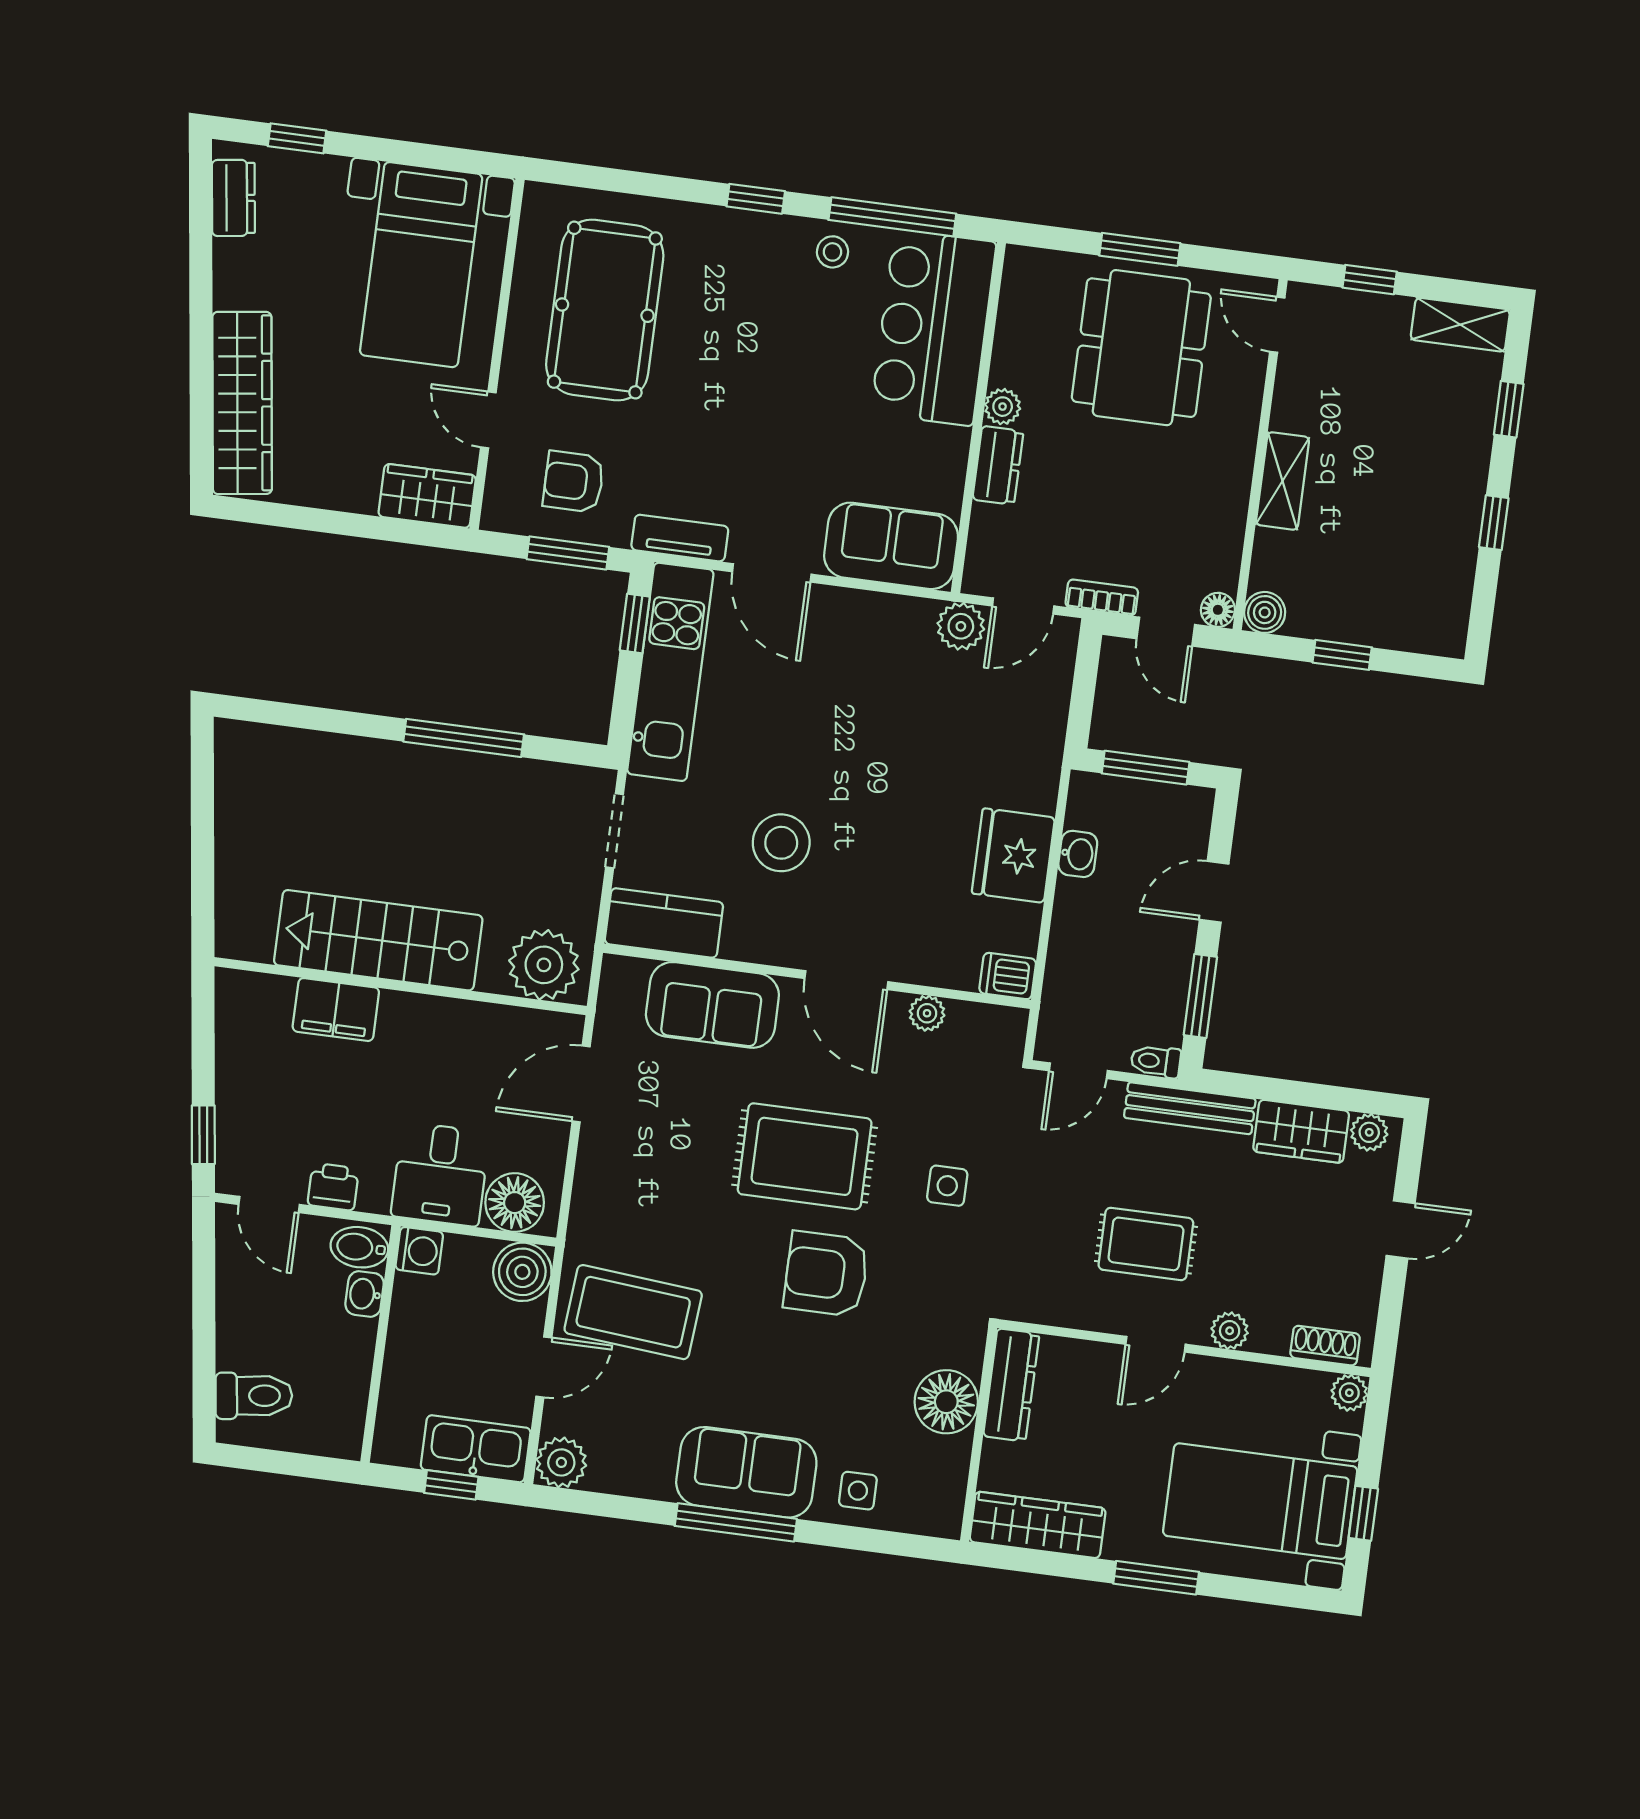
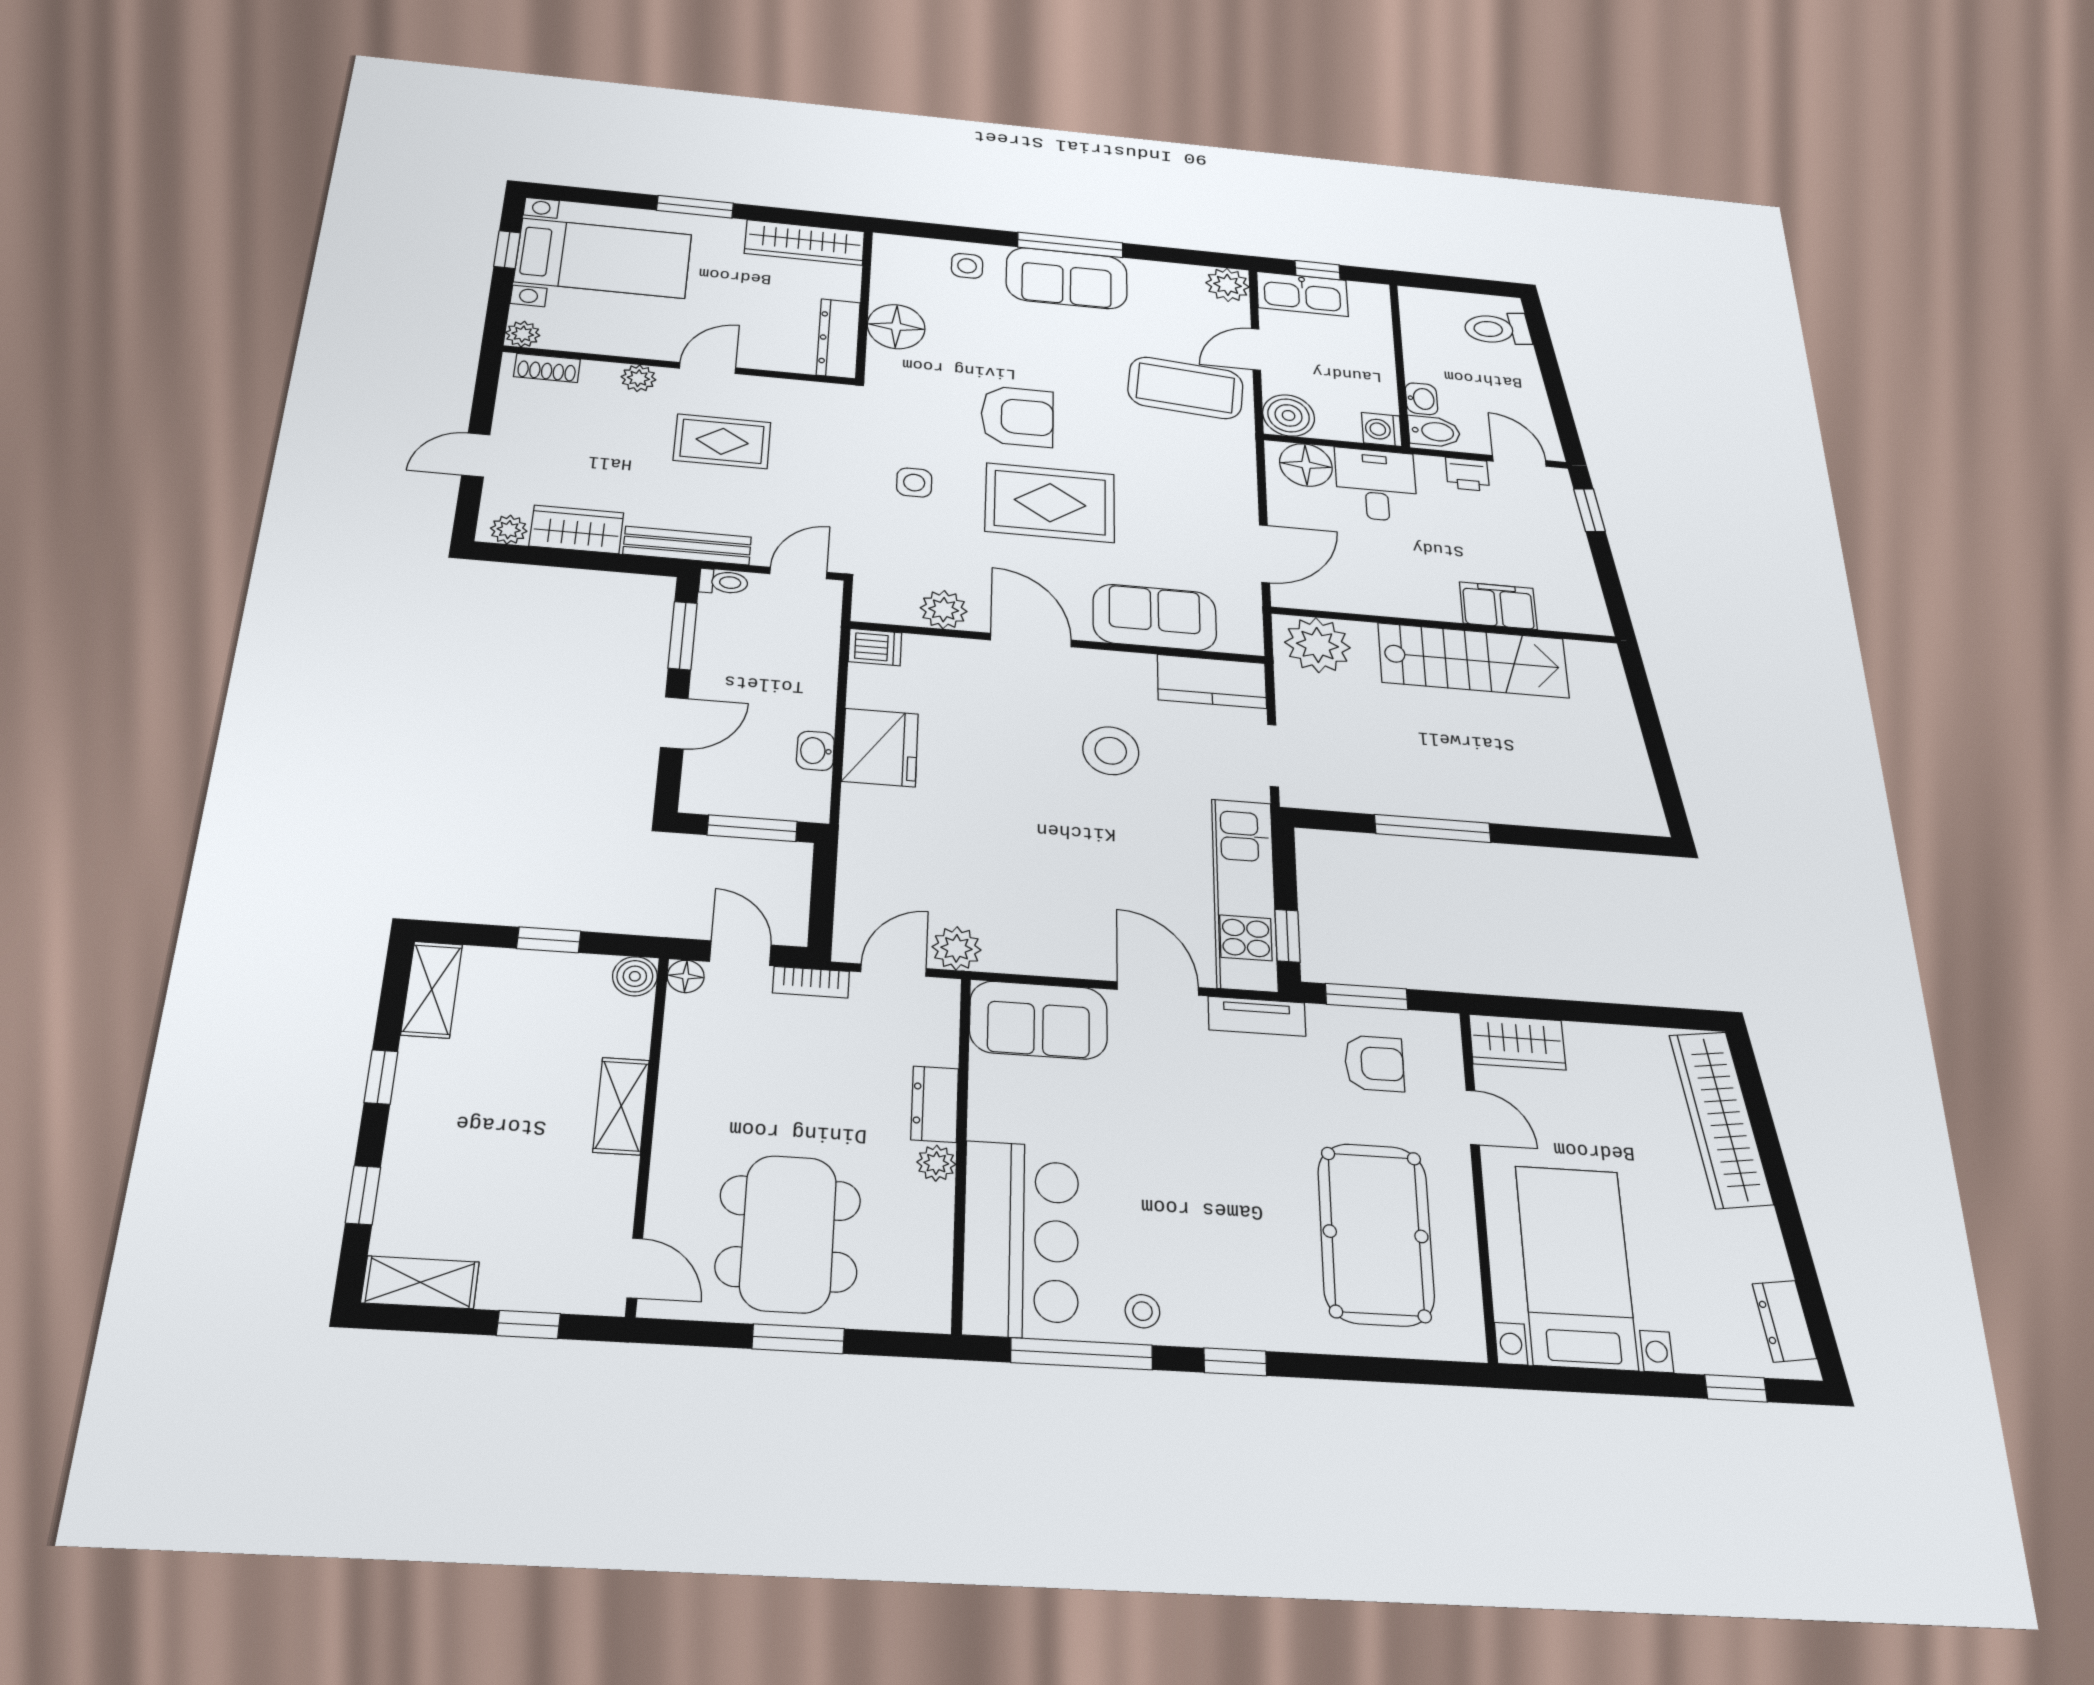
shelving: (1449, 609) -> (432, 989), added
plant: (927, 1013) -> (944, 610), width x1.38, depth x1.38

